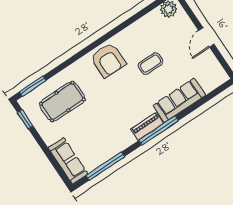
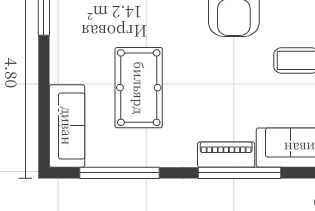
pool table: (62, 102) -> (139, 88), moved, turned 90

